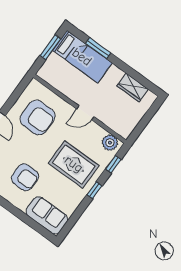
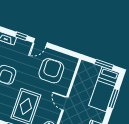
armchair: (38, 117) -> (51, 71), turned 180

